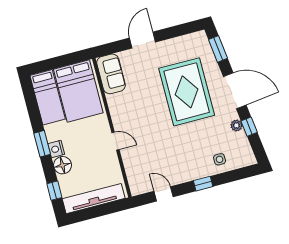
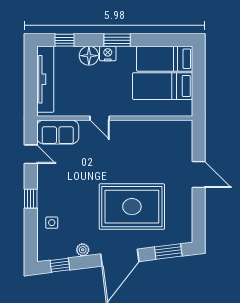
sofa: (111, 74) -> (58, 132), moved
bed: (78, 91) -> (163, 86), width x0.67
window: (249, 127) -> (60, 265), moved
door: (115, 141) -> (100, 118), hinge flipped
door: (164, 194) -> (31, 154), hinge flipped

